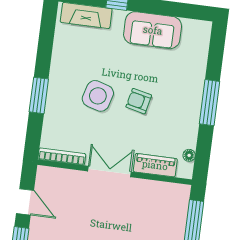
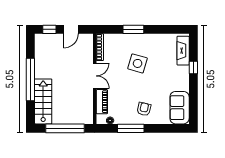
sofa: (153, 30) -> (180, 108), moved
armchair: (139, 101) -> (144, 109), moved
window: (209, 103) -> (131, 128), moved

